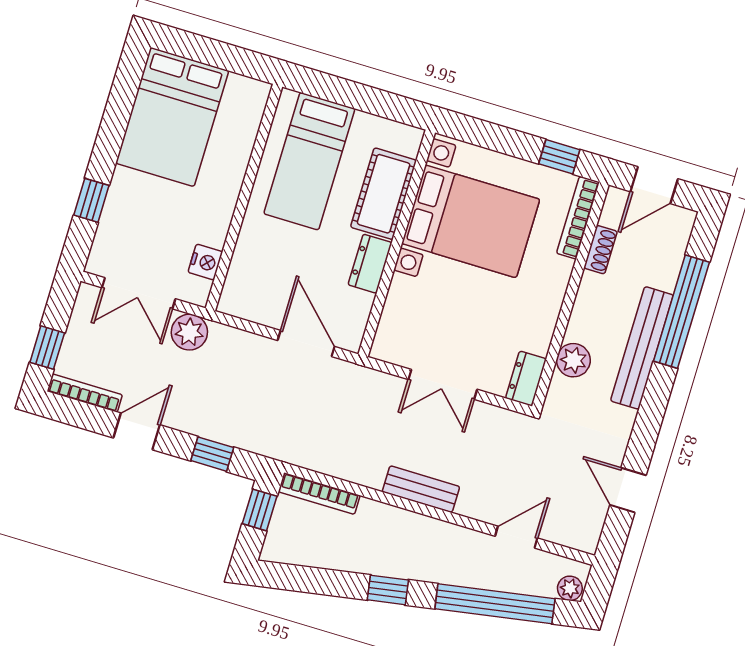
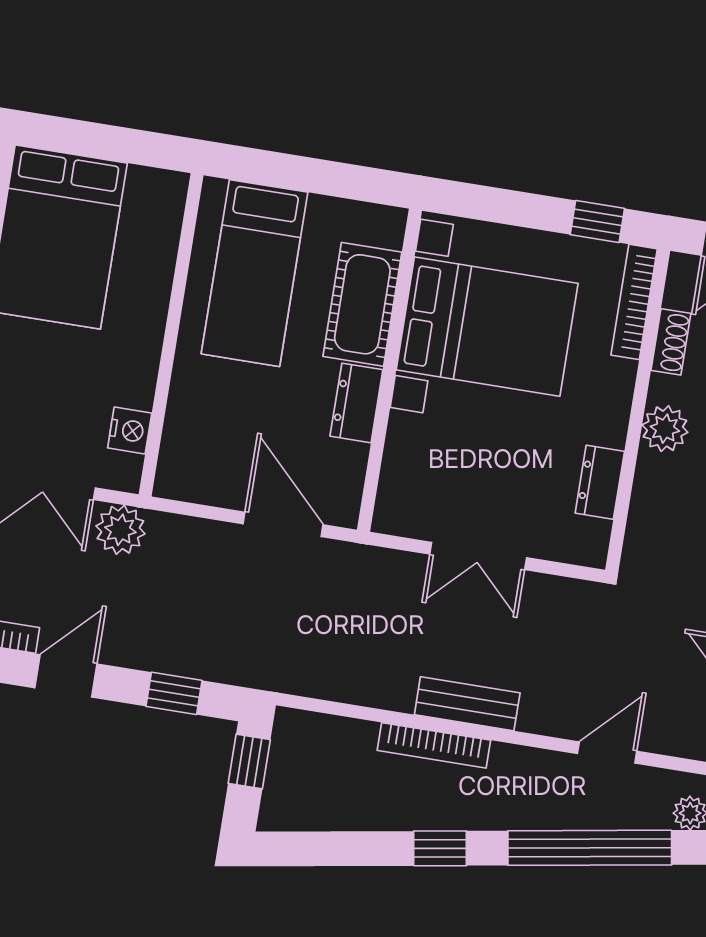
plant: (573, 360) -> (665, 429), moved
dresser: (526, 379) -> (600, 482), moved
bookcase: (319, 494) -> (434, 745), moved

